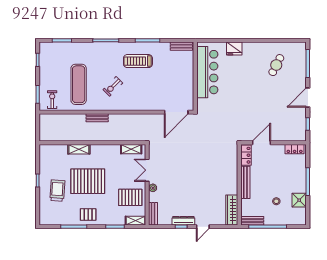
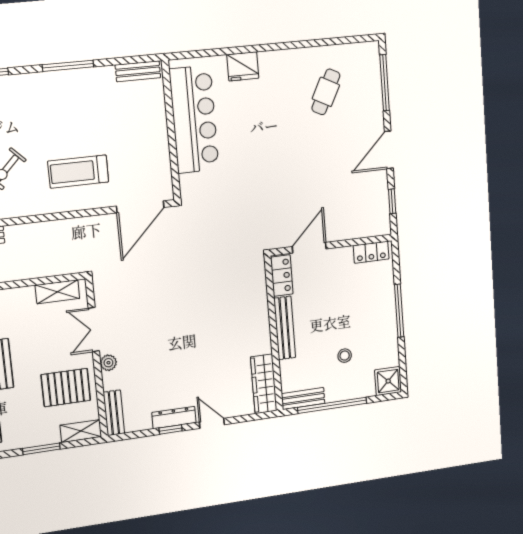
treadmill: (138, 61) -> (78, 172), moved
shower: (299, 200) -> (388, 381), moved
door: (203, 227) -> (212, 423), swing flipped

